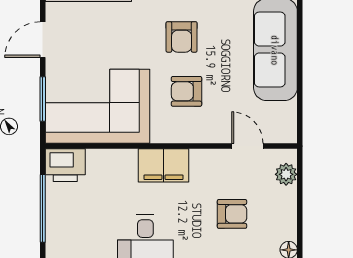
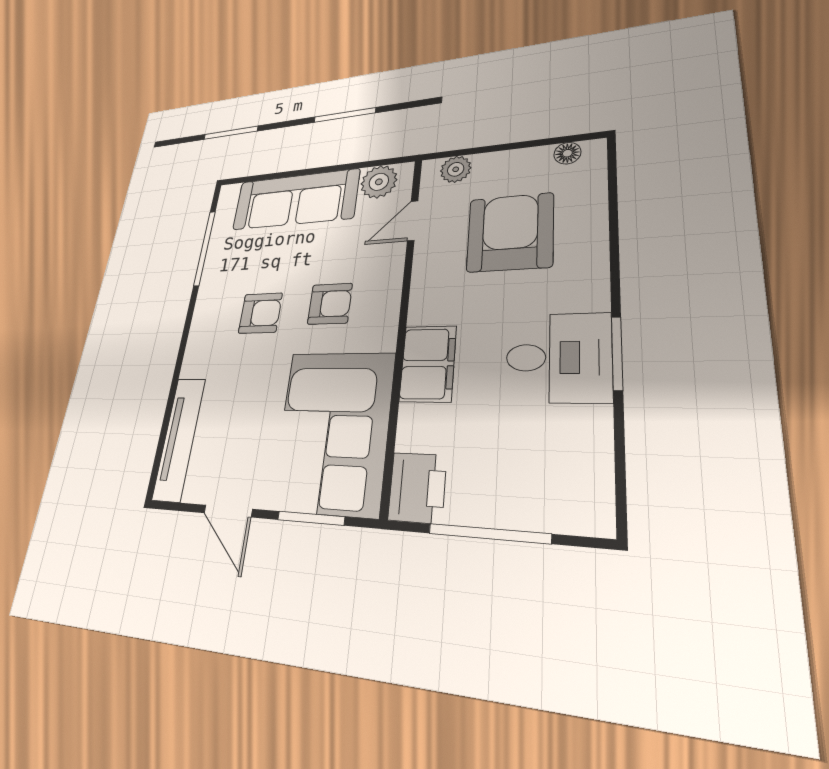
armchair: (186, 91) -> (330, 304), turned -90
plant: (283, 117) -> (379, 182), added
filing cabinet: (163, 165) -> (428, 364), moved
armchair: (232, 214) -> (510, 232), width x1.88, depth x1.88

